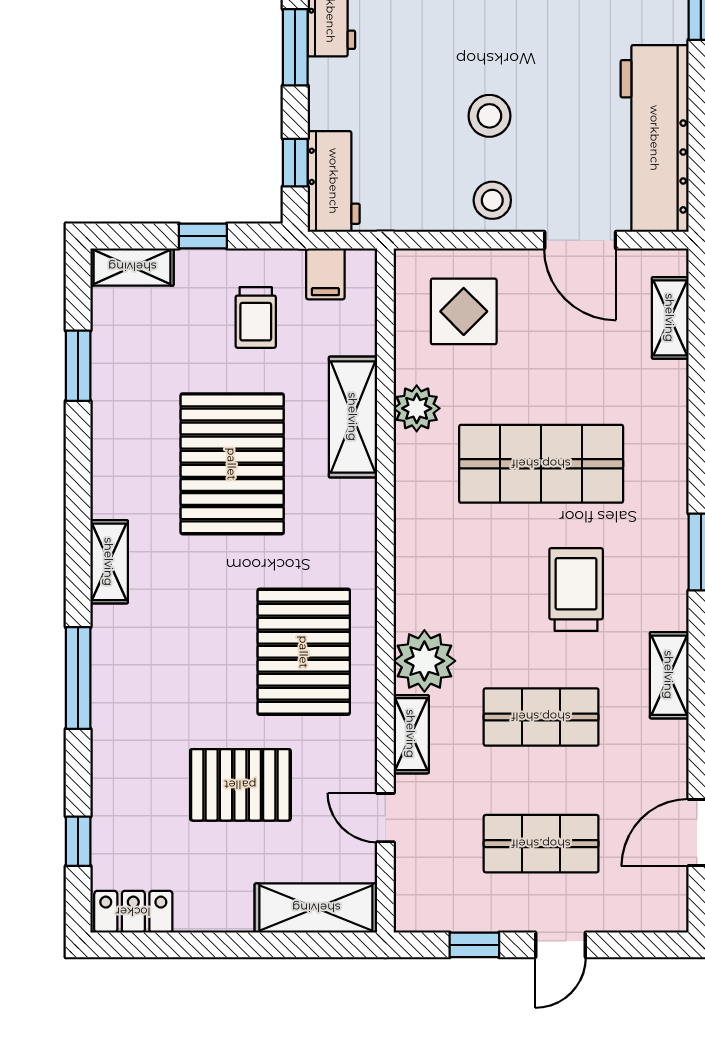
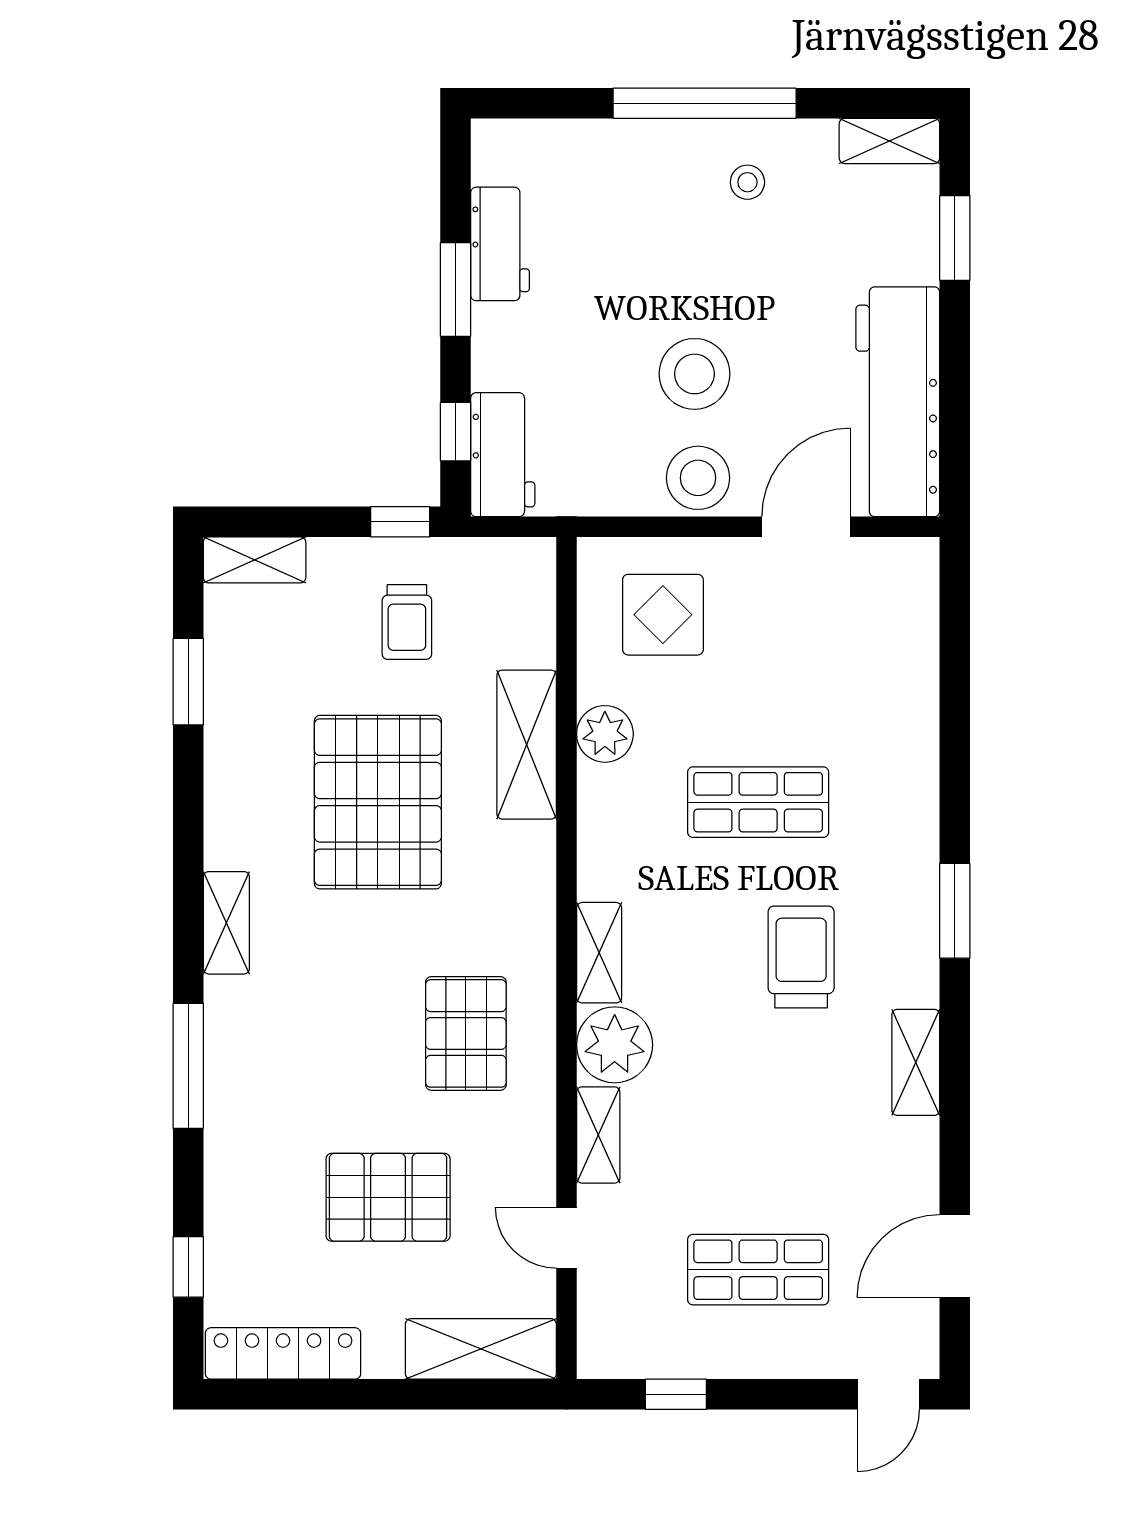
stool: (489, 116) -> (695, 374), width x1.38, depth x1.38
stool: (492, 200) -> (698, 478), width x1.38, depth x1.38
window: (203, 236) -> (400, 522), moved
door: (580, 240) -> (806, 527), swing flipped
filing cabinet: (325, 274) -> (493, 568), removed
shelving: (670, 318) -> (599, 953), moved
shop shelf: (541, 464) -> (758, 802), width x0.70, depth x0.74
pallet: (304, 652) -> (466, 1033), width x0.73, depth x0.71
shop shelf: (541, 717) -> (758, 1114), removed
locker: (133, 912) -> (283, 1353), width x1.53
door: (561, 945) -> (888, 1394), moved

